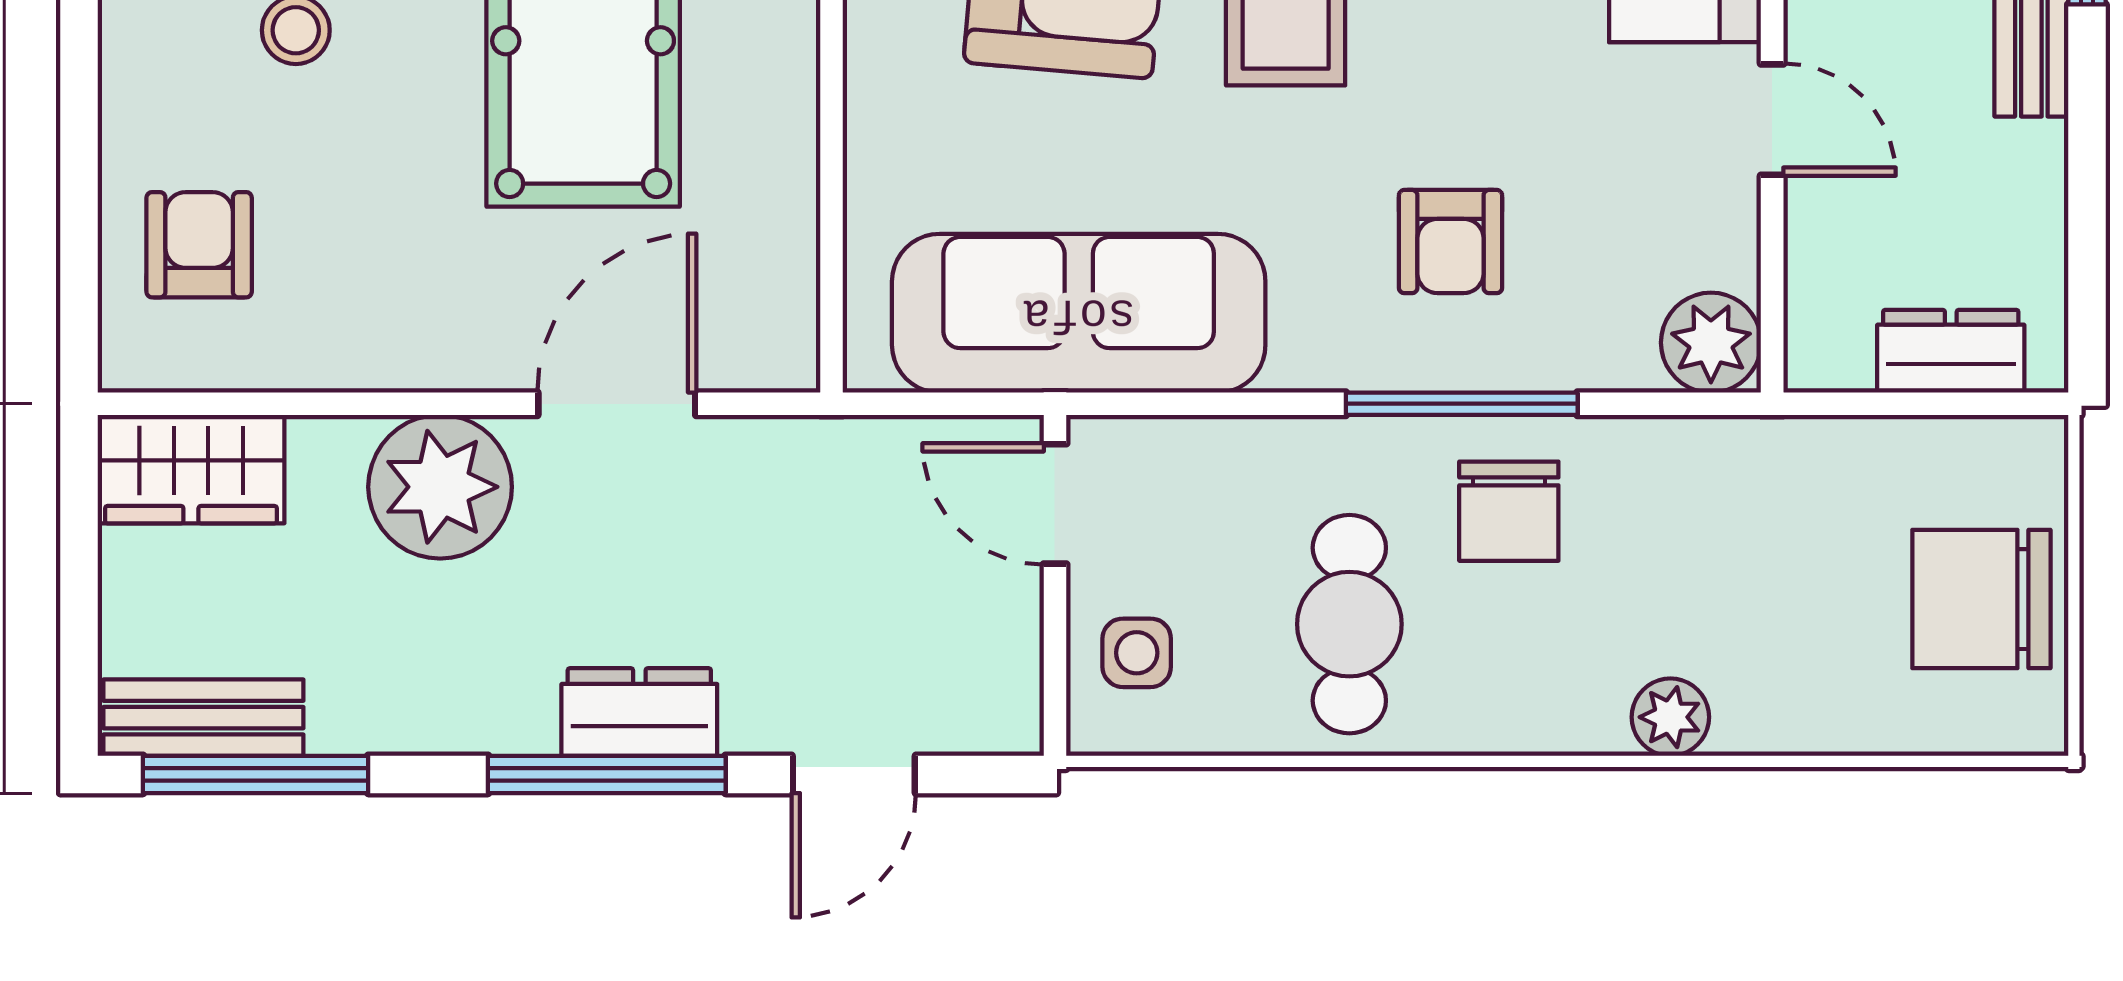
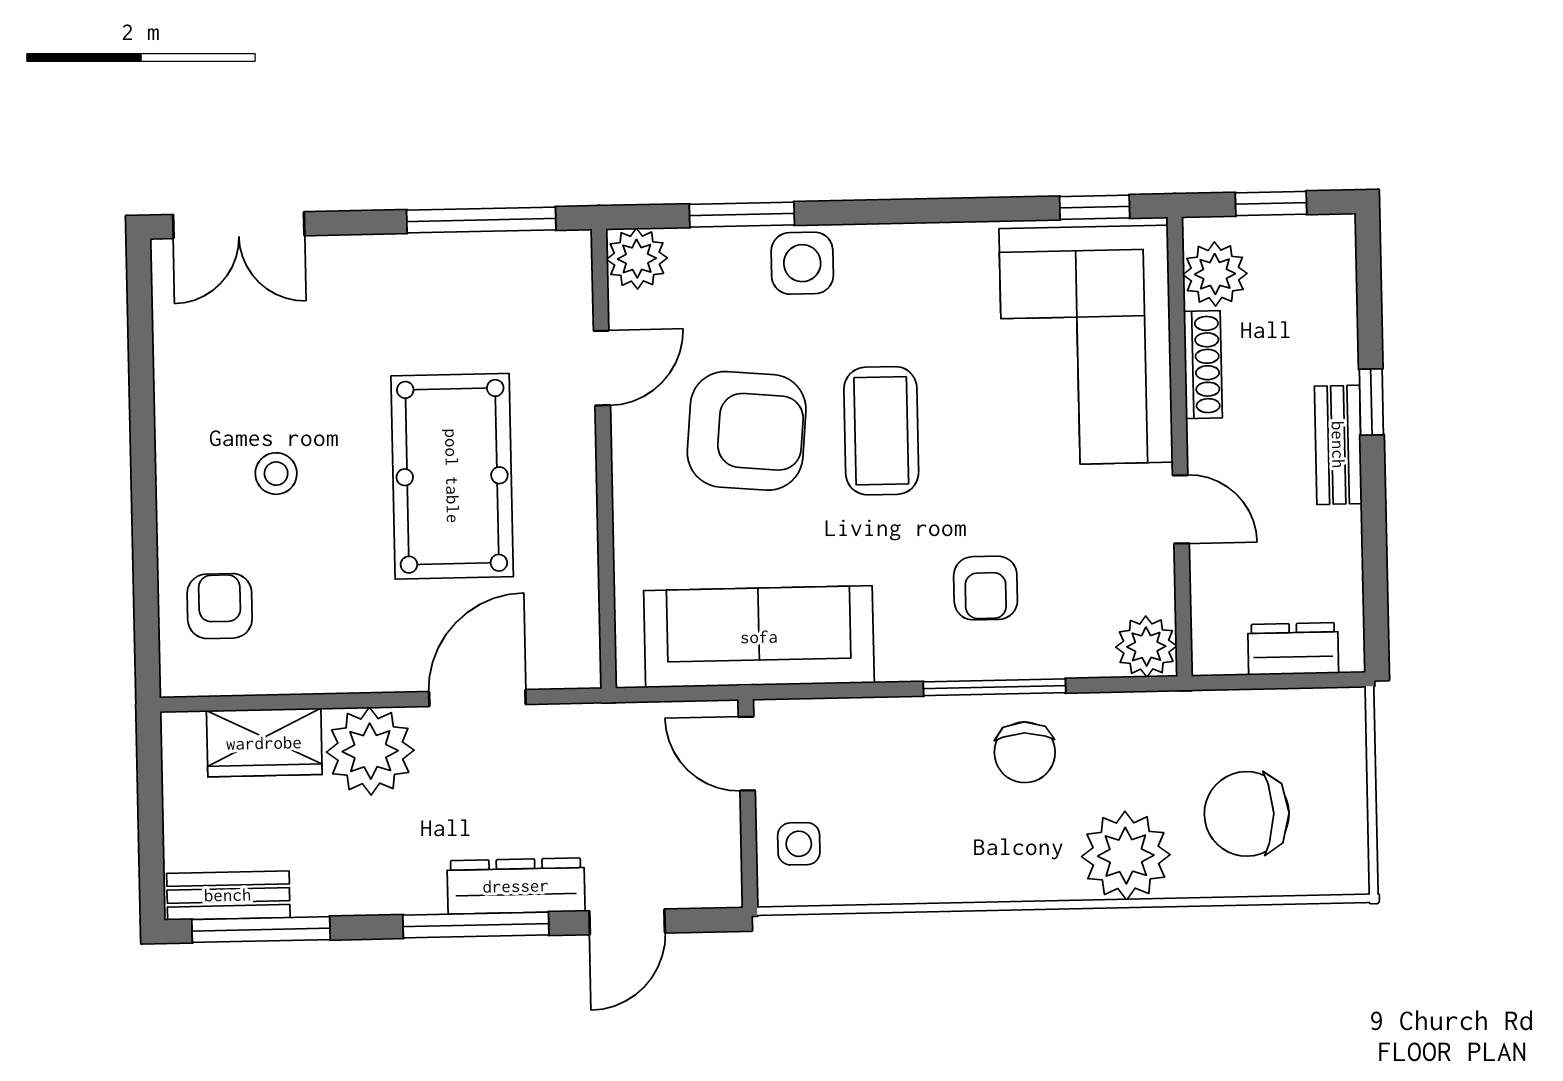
wardrobe: (191, 469) -> (264, 743), moved
chair: (1981, 599) -> (1247, 814), moved
cafe table: (1349, 624) -> (929, 824), removed
dresser: (639, 712) -> (516, 886), width x1.44
plant: (1670, 717) -> (1126, 856), width x1.88, depth x1.88

